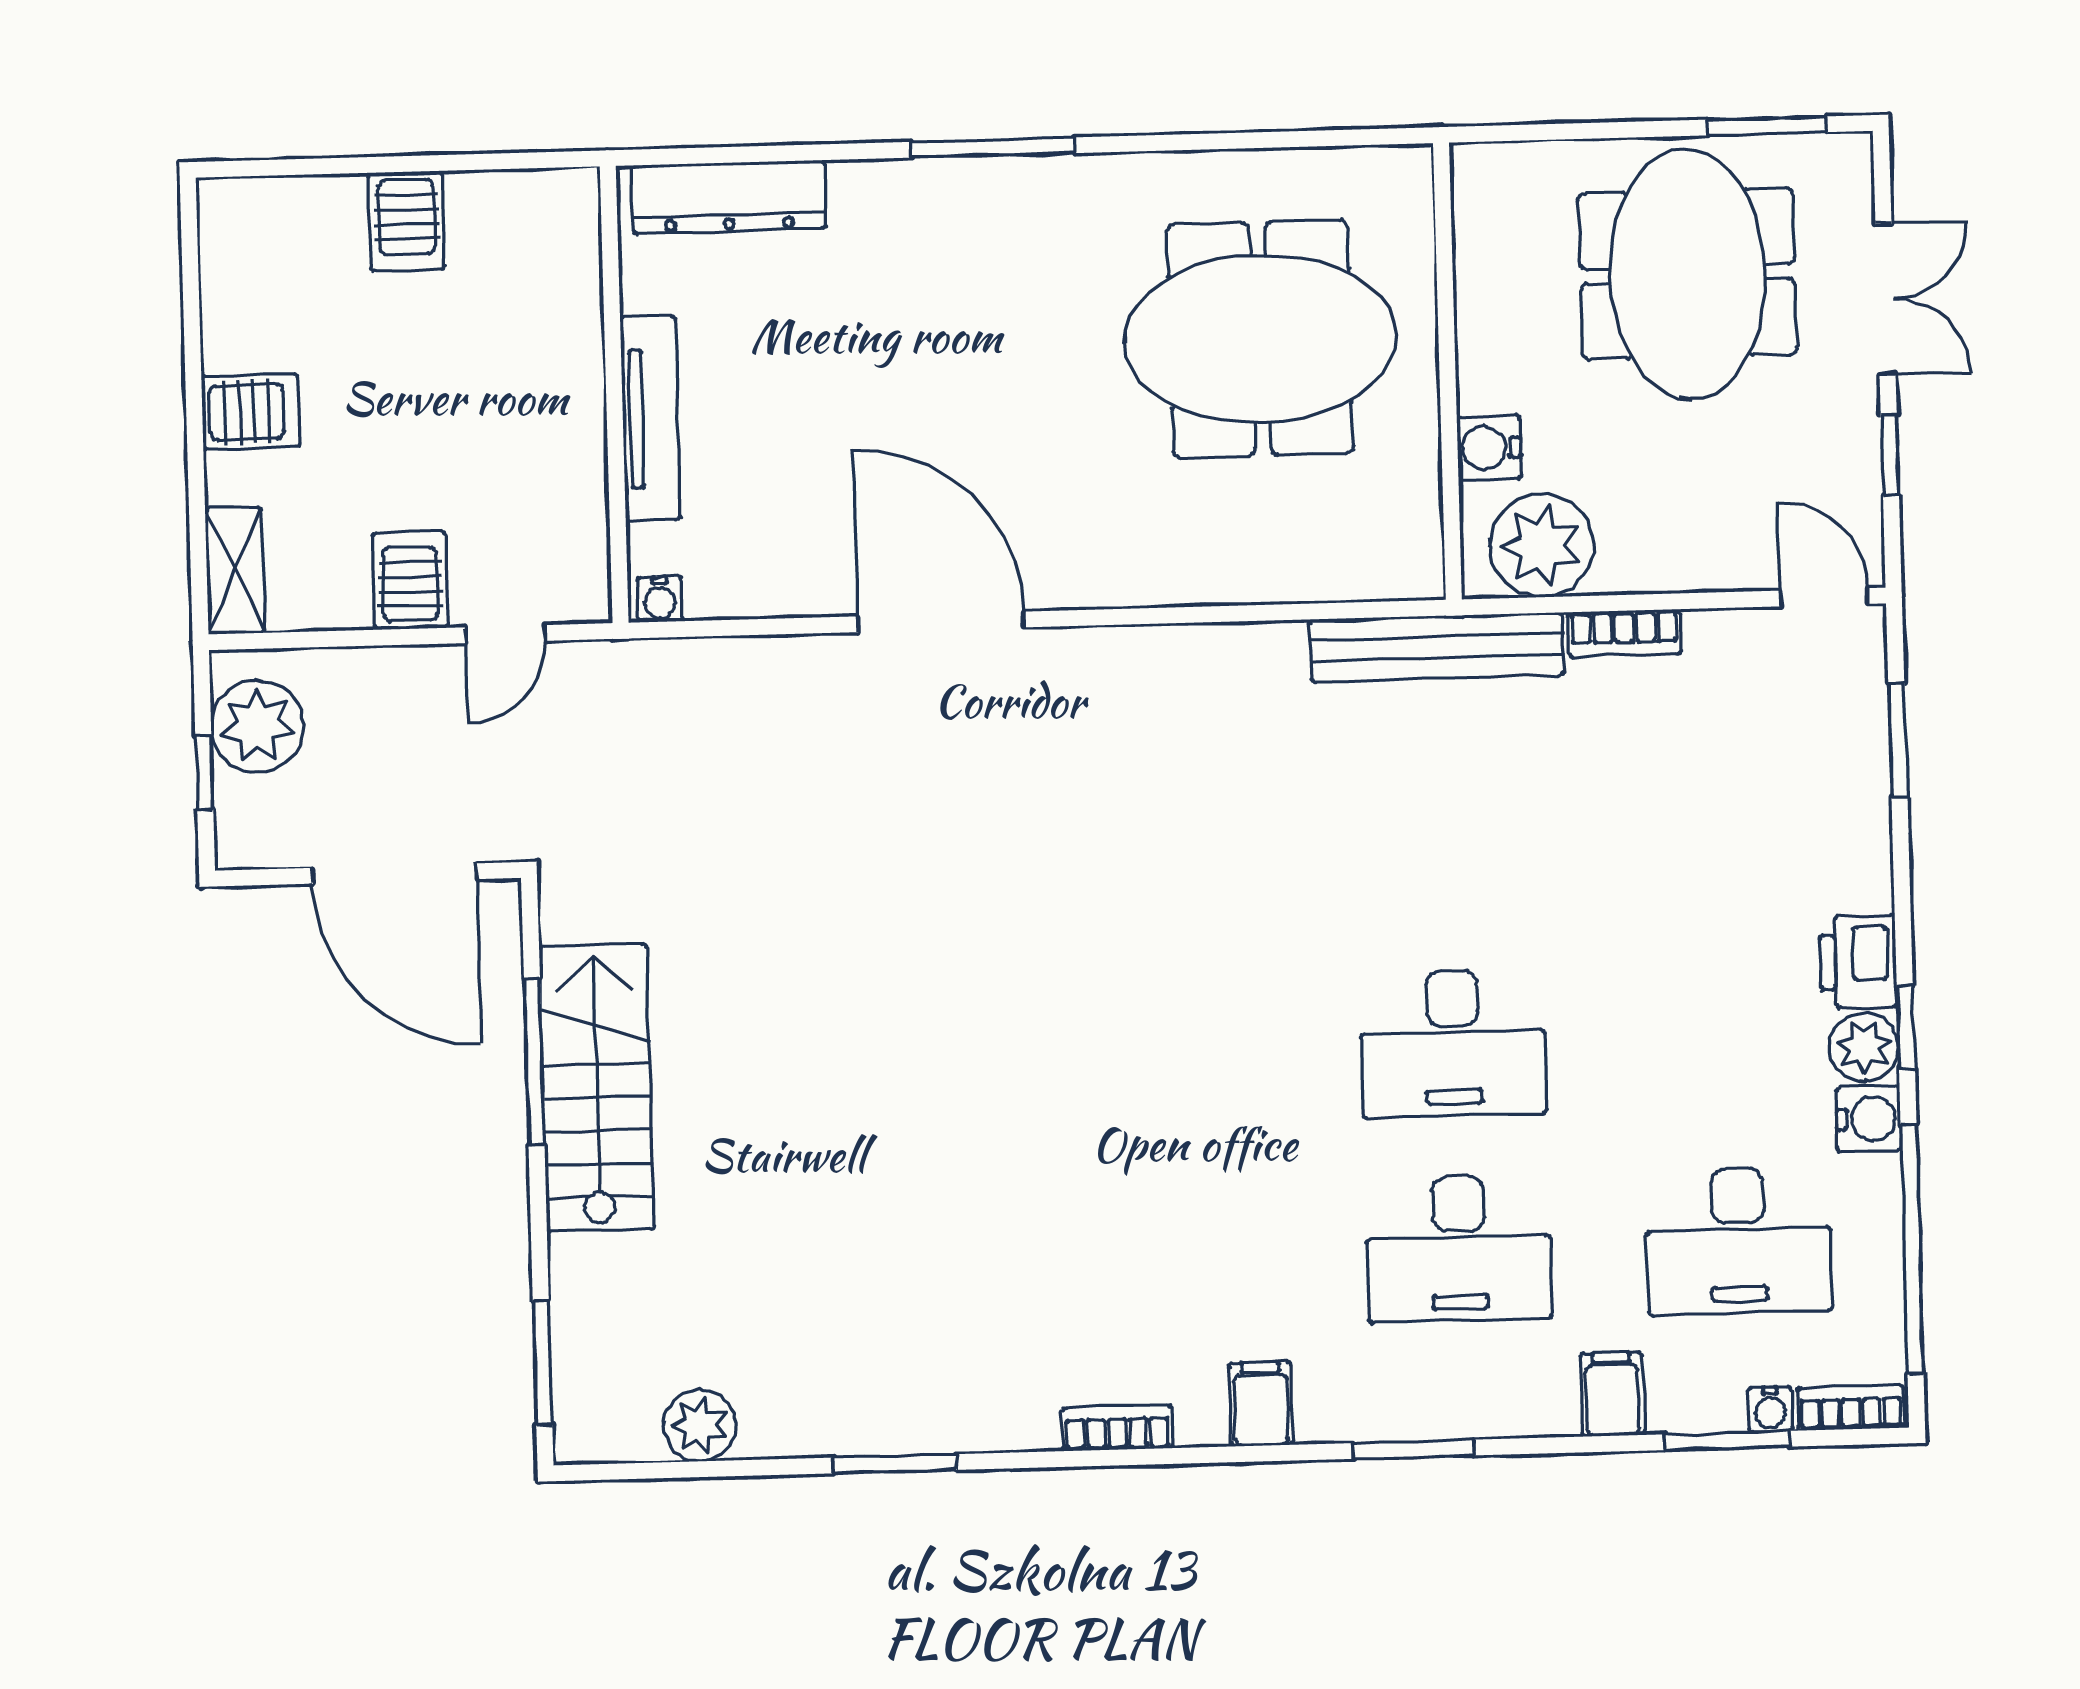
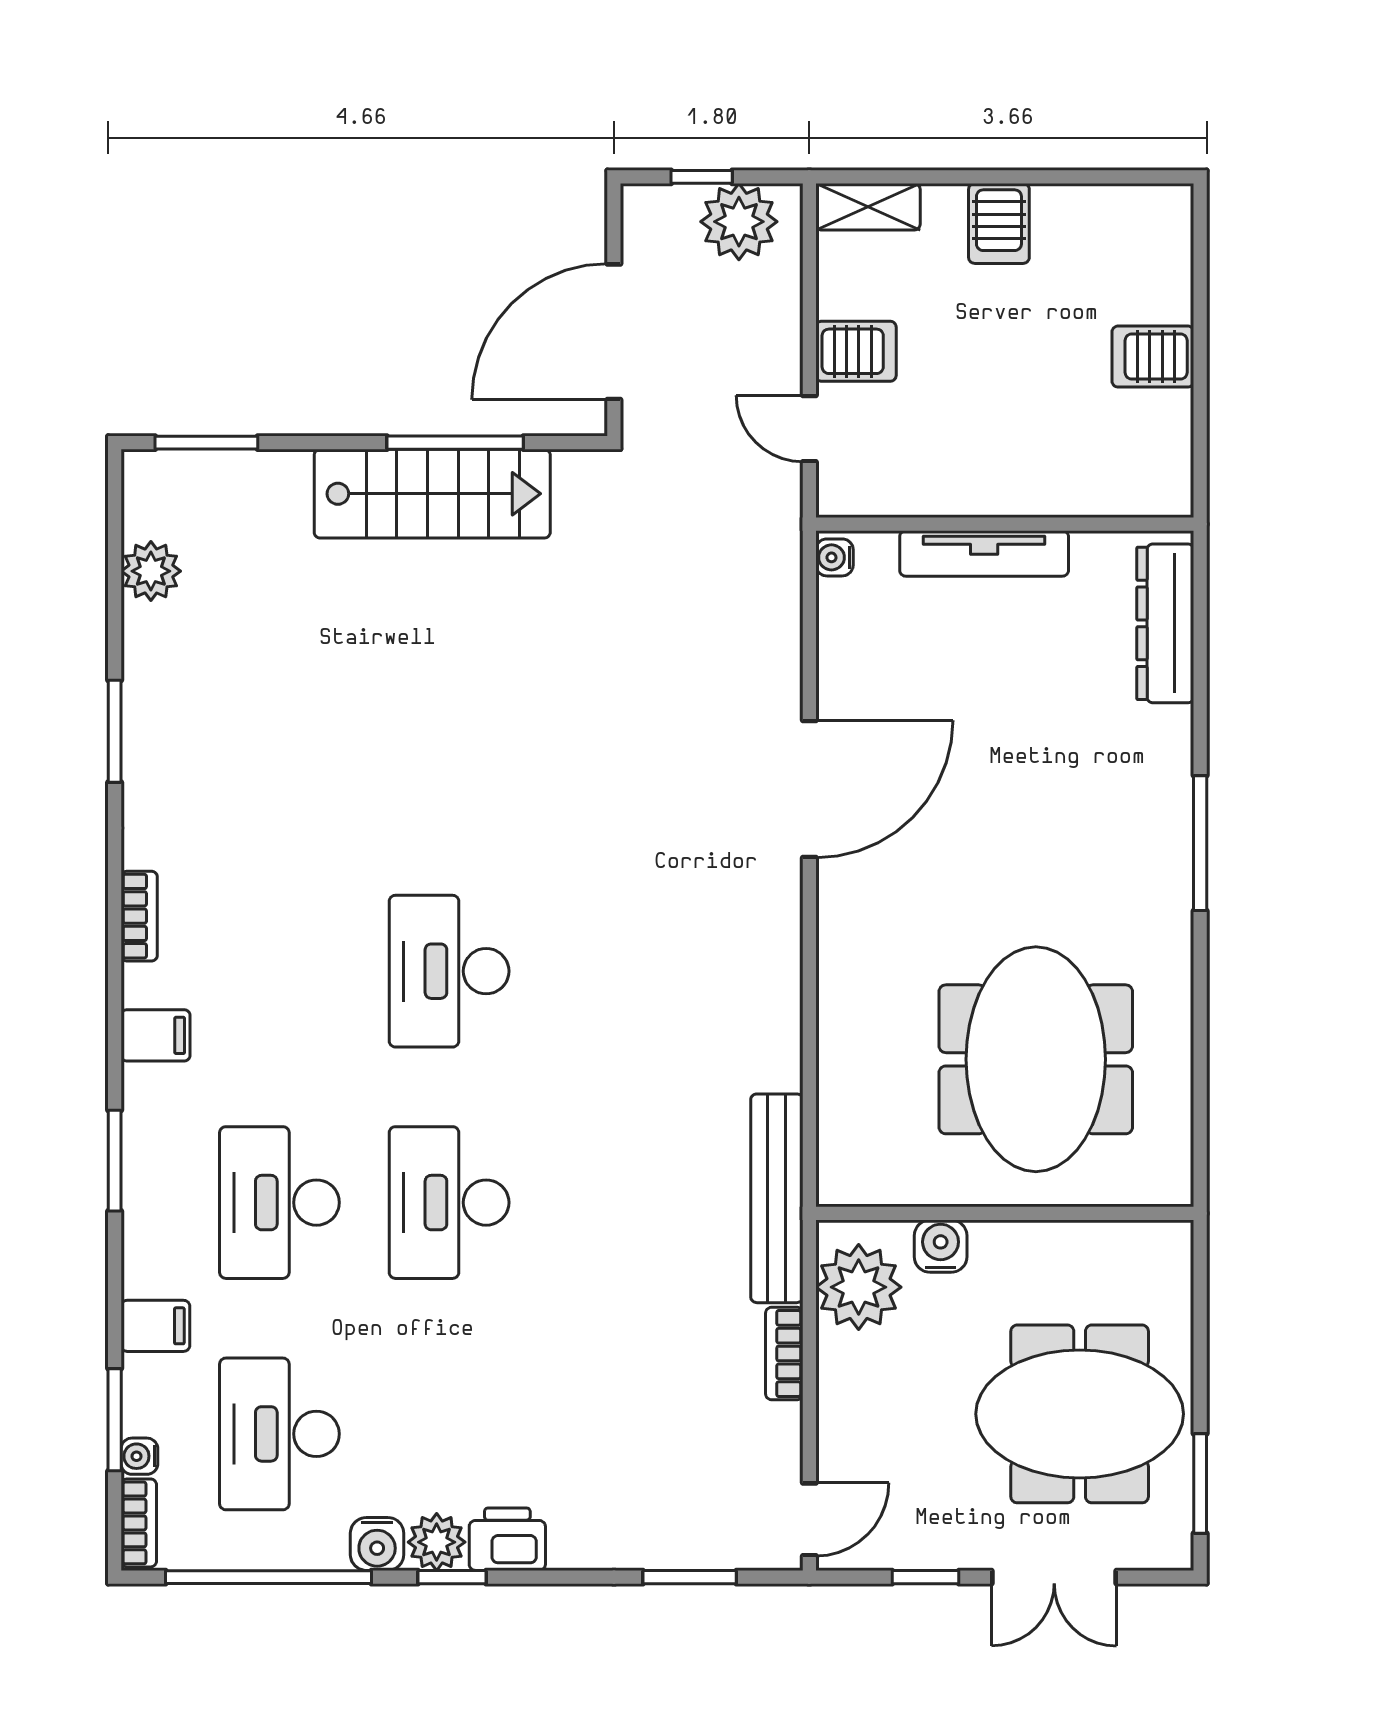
desk: (1173, 1051) -> (449, 971), added

